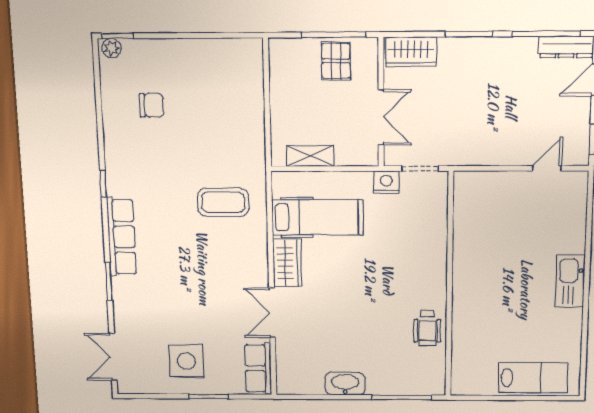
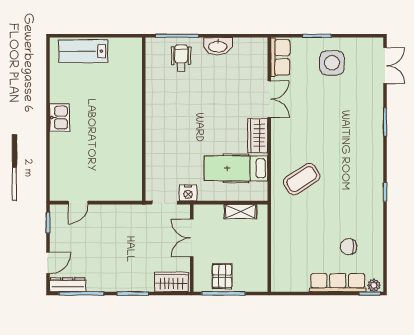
coffee table: (223, 202) -> (302, 179), turned -33
row of seats: (121, 237) -> (338, 283), moved, turned 90
kitchen sink: (570, 281) -> (60, 118), width x0.73
wheelchair: (427, 328) -> (181, 58), moved

